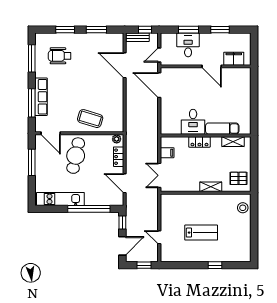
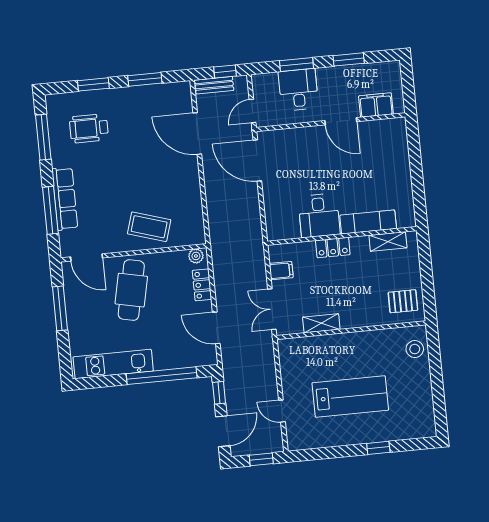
shelving: (211, 187) -> (321, 323), moved
lab bench: (201, 233) -> (350, 397), width x1.36, depth x1.39

